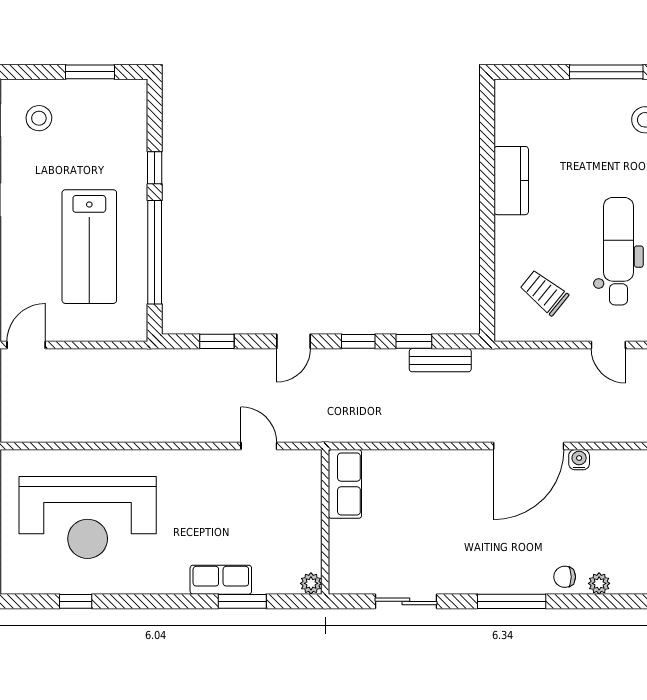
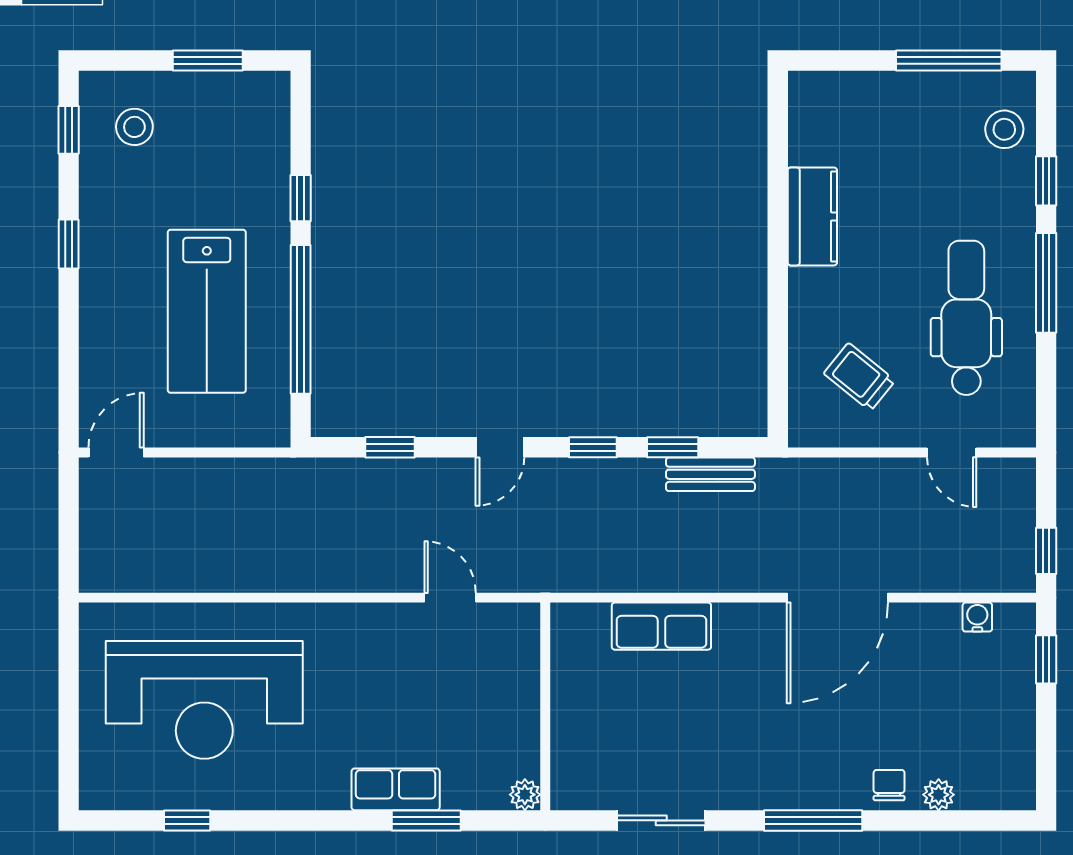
water cooler: (579, 460) -> (977, 617), moved
row of seats: (345, 484) -> (661, 626), moved, turned 90
chair: (565, 577) -> (889, 785), turned 90

